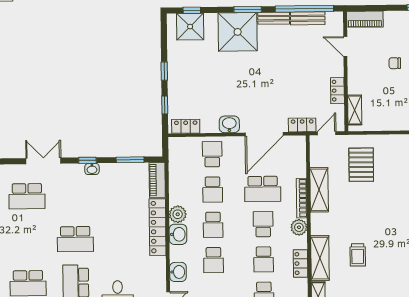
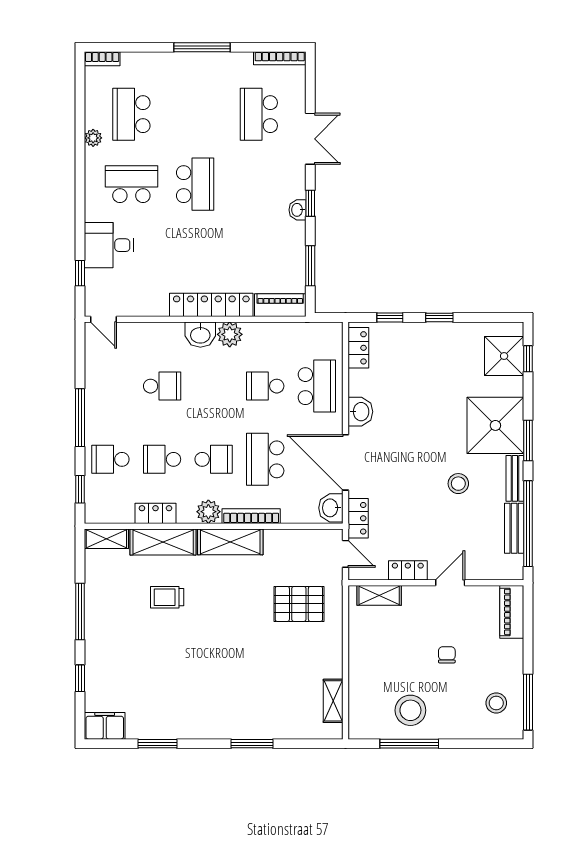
door: (345, 47) -> (450, 583), moved
stool: (278, 57) -> (458, 484), added
school desk: (212, 154) -> (317, 386), width x1.85
shelving: (319, 190) -> (230, 542), moved
school desk: (213, 225) -> (214, 386), removed
school desk: (75, 239) -> (195, 184), turned 180
school desk: (213, 260) -> (162, 386), turned 180
washbasin: (178, 272) -> (331, 508), moved, turned 90

